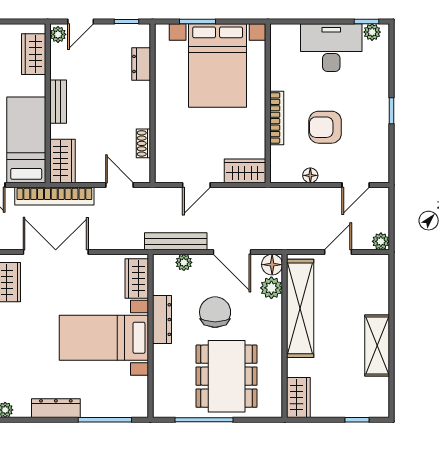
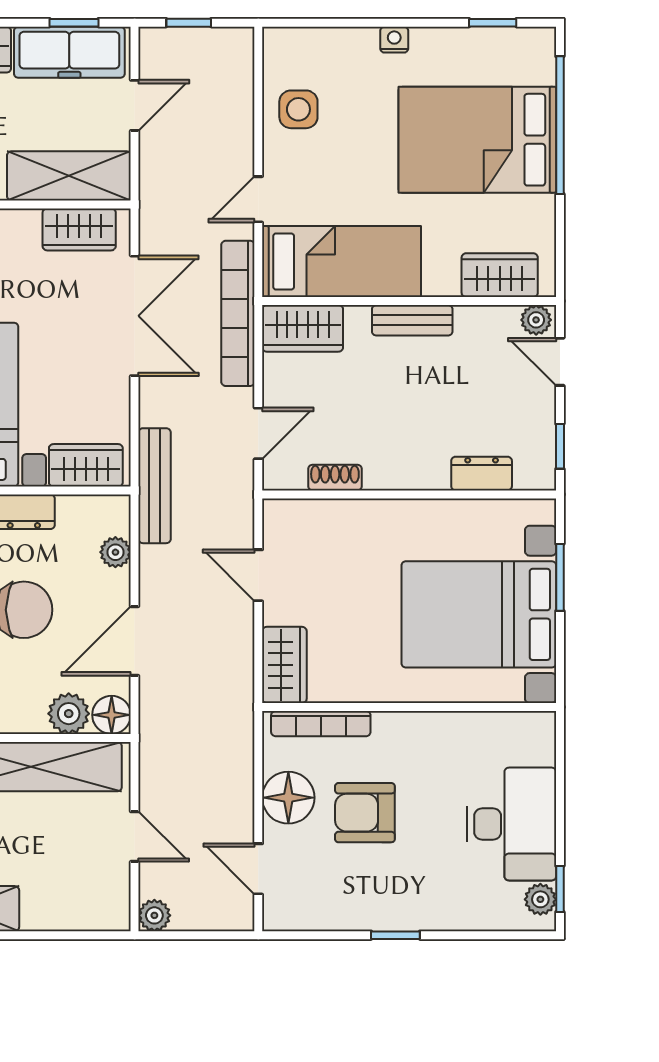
bookcase: (277, 118) -> (321, 724), moved
armchair: (325, 127) -> (365, 813), turned -90
floor lamp: (310, 175) -> (288, 798), width x1.89, depth x1.89
bench: (176, 241) -> (155, 486), moved

